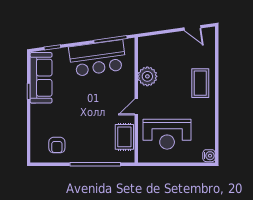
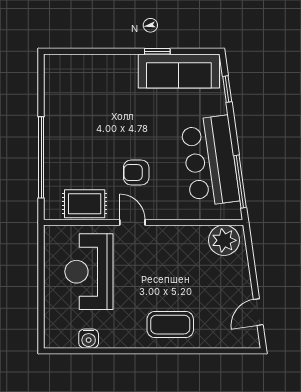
plant: (147, 76) -> (224, 240), moved
armchair: (57, 145) -> (136, 173), moved
water cooler: (209, 156) -> (89, 339), moved

